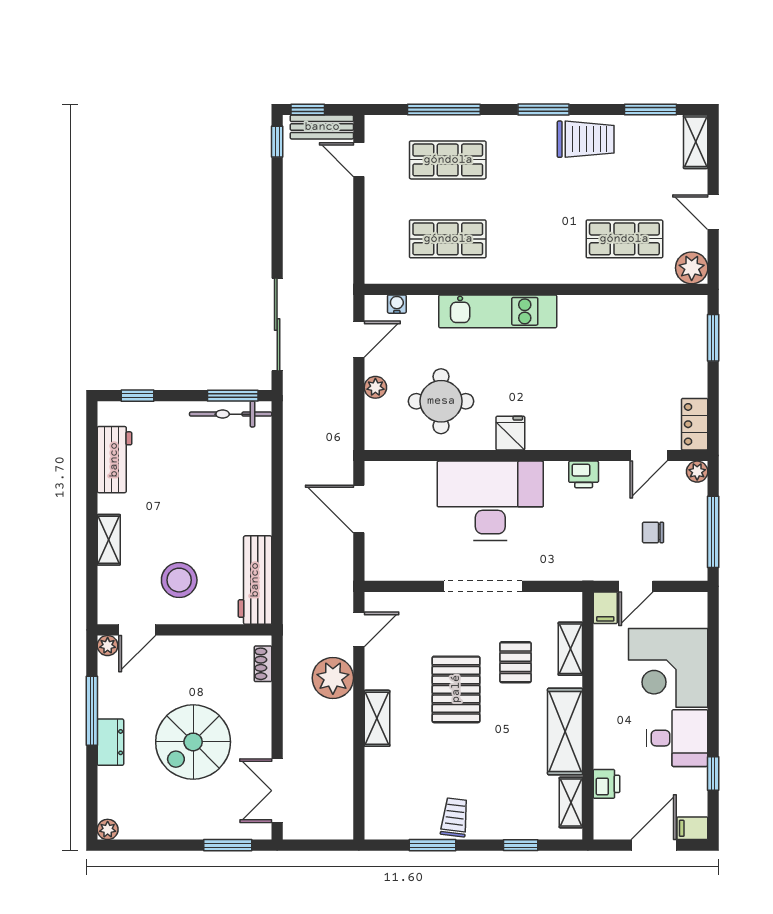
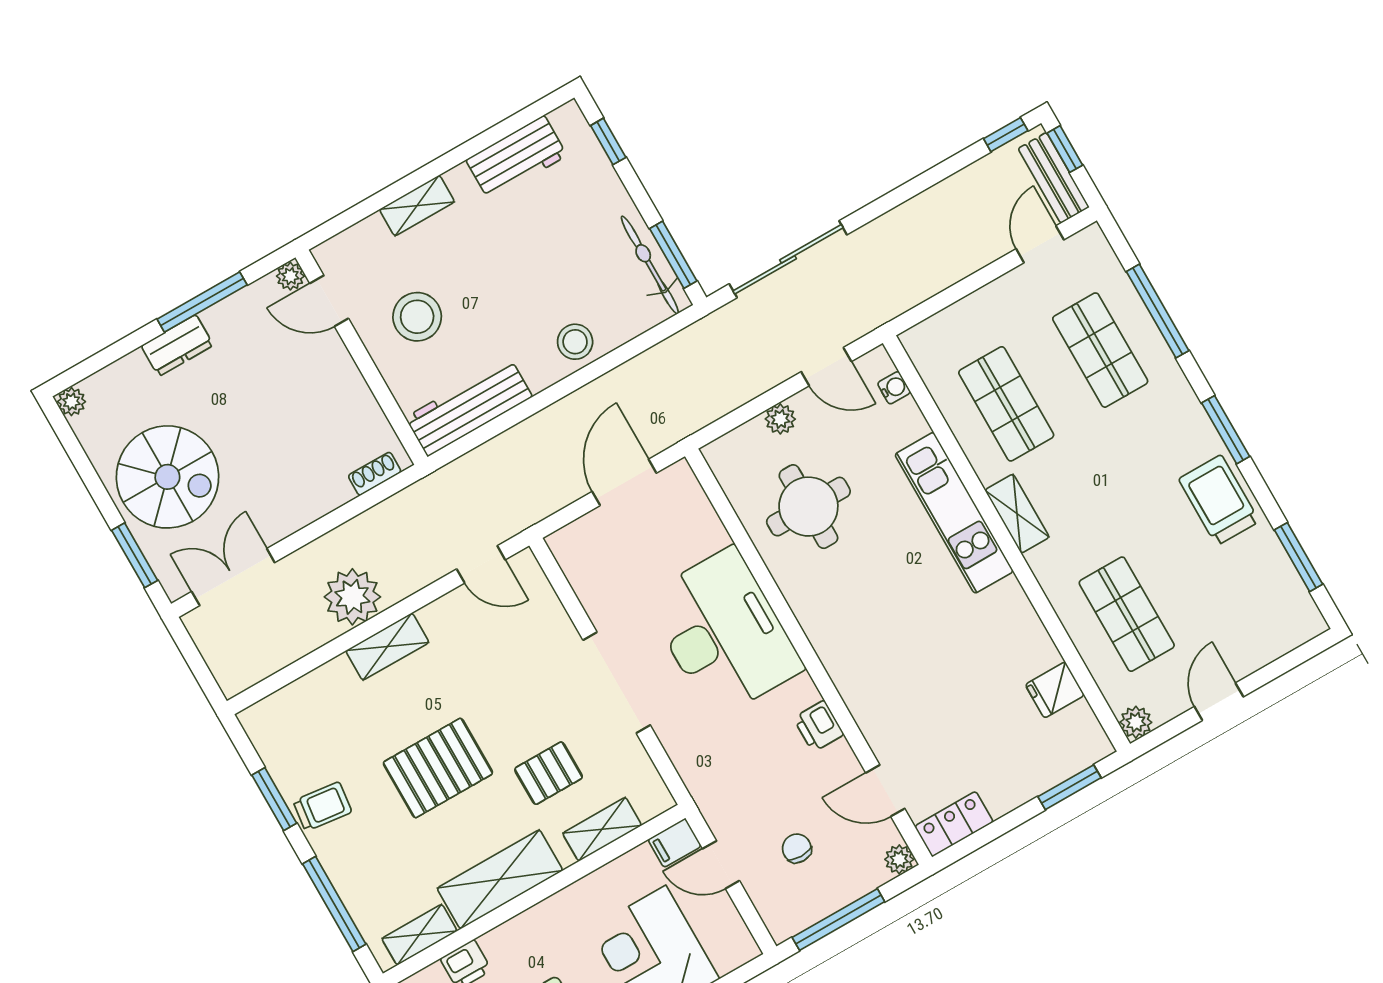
trolley: (586, 139) -> (1219, 500), turned 180
shelving: (696, 142) -> (1017, 514), moved, turned 90
plant: (692, 268) -> (1136, 722), width x0.73, depth x0.73
fridge: (510, 433) -> (1055, 690), moved, turned 180
stool: (252, 489) -> (575, 342), added
plant: (333, 678) -> (352, 597), moved
pallet: (456, 689) -> (438, 768), moved
spiral stairs: (193, 742) -> (167, 477), moved, turned 180
window: (521, 845) -> (334, 904), width x2.17

